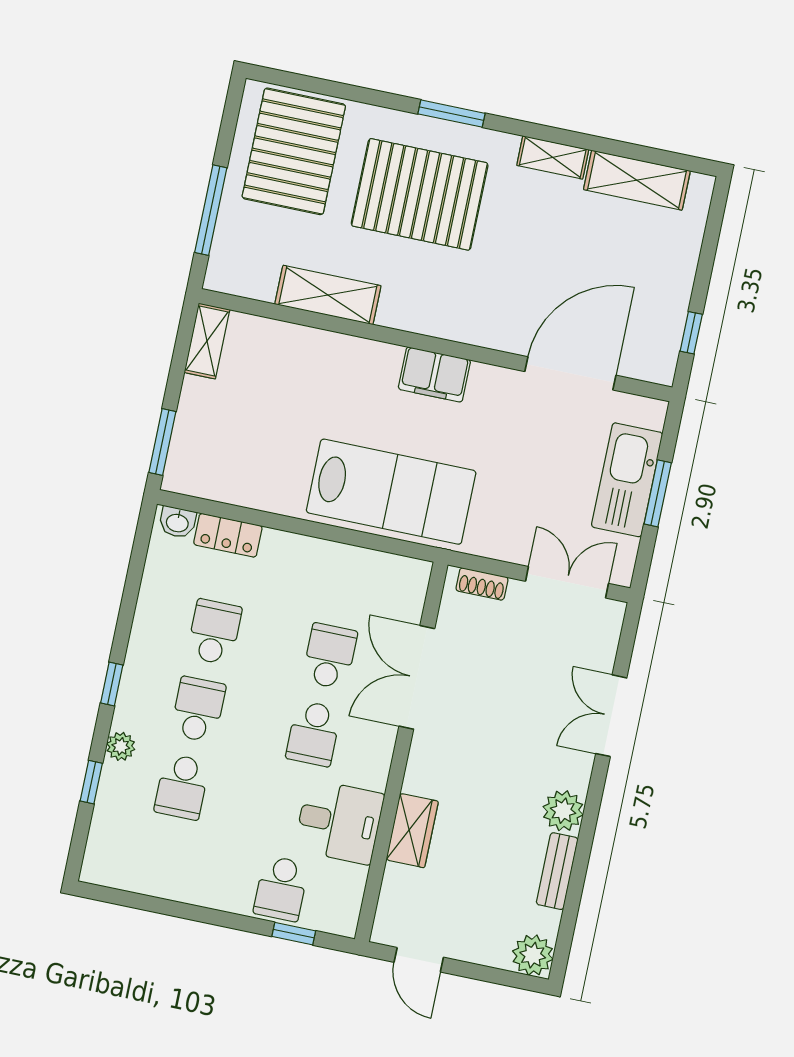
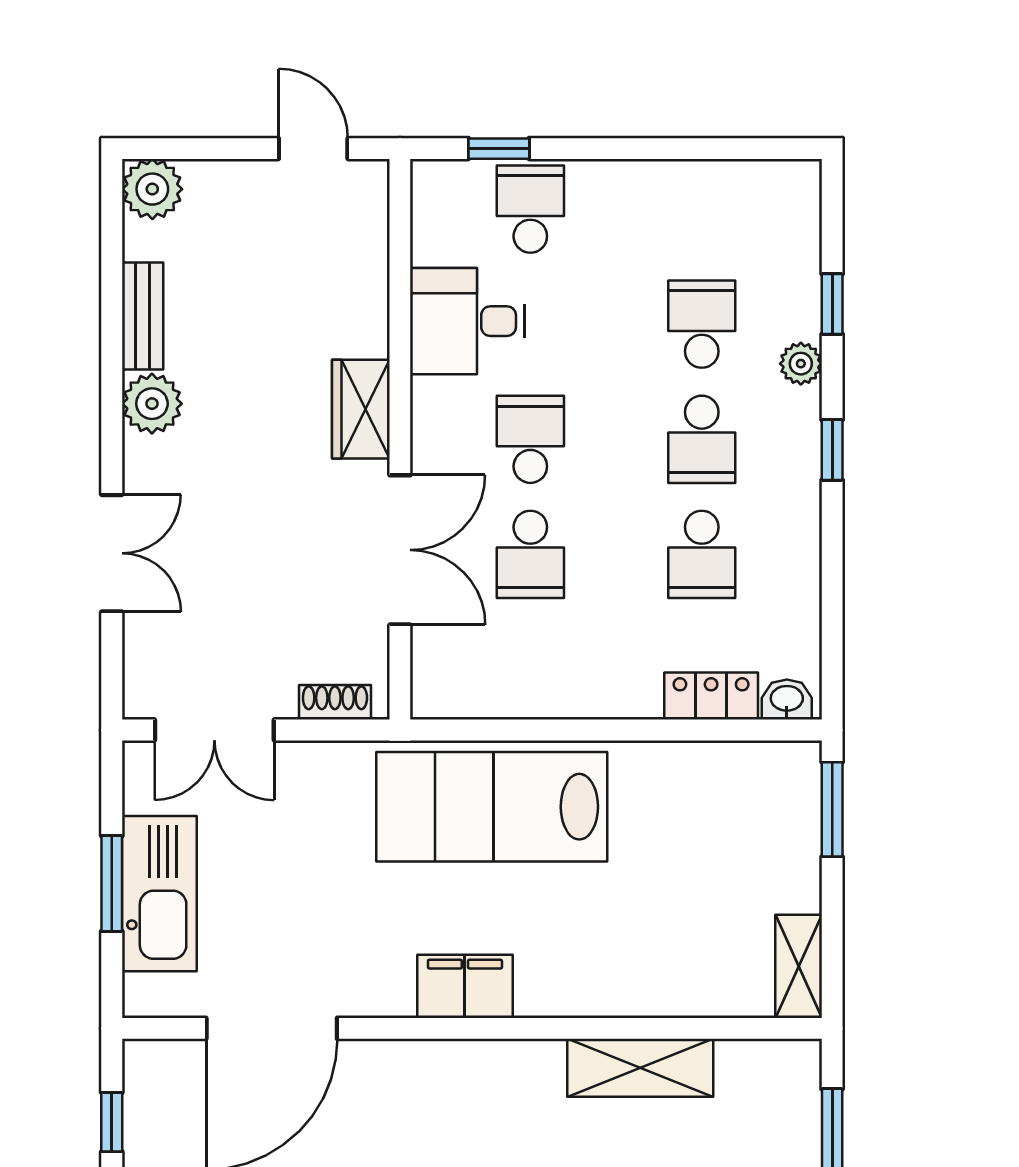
wardrobe: (412, 831) -> (361, 409), moved

